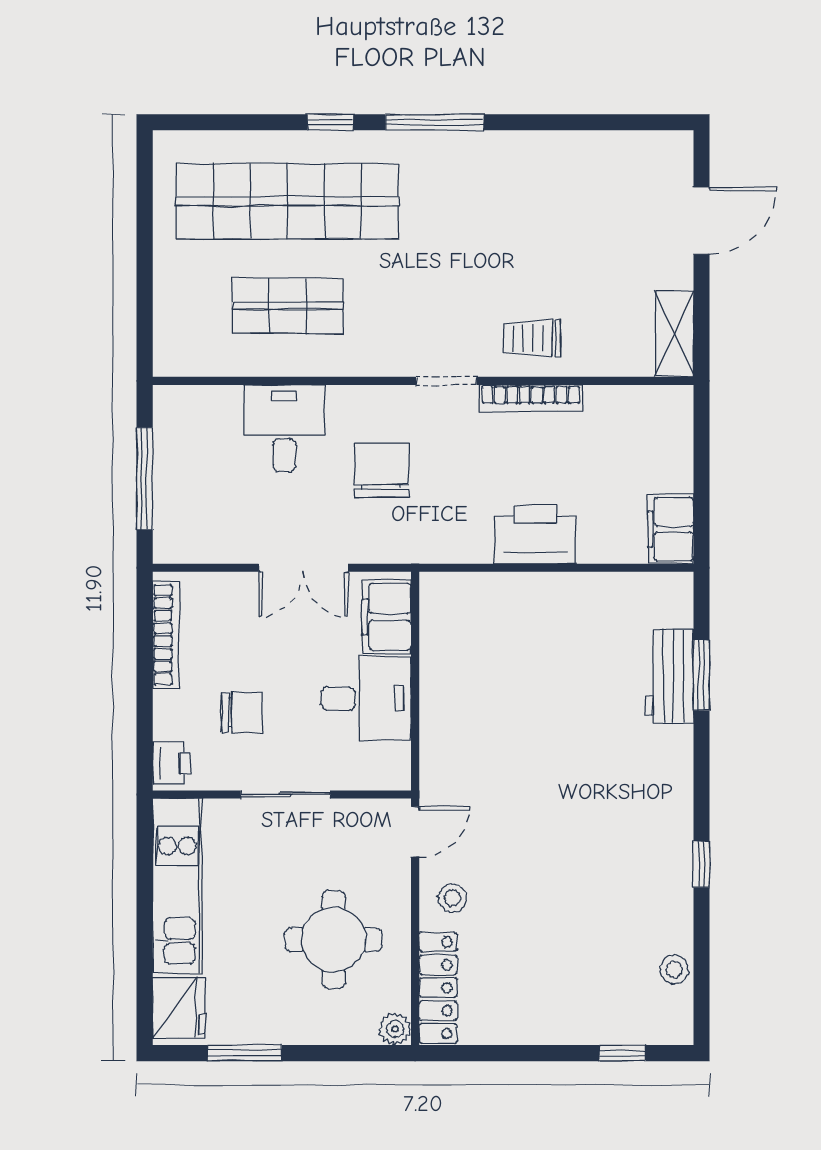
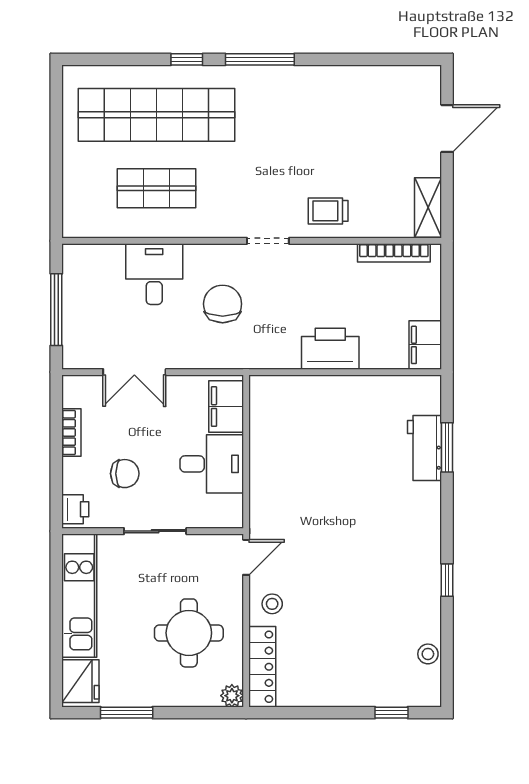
bookcase: (531, 398) -> (394, 253), moved
double door: (303, 568) -> (134, 372), moved
bookcase: (166, 635) -> (71, 432), width x0.64

